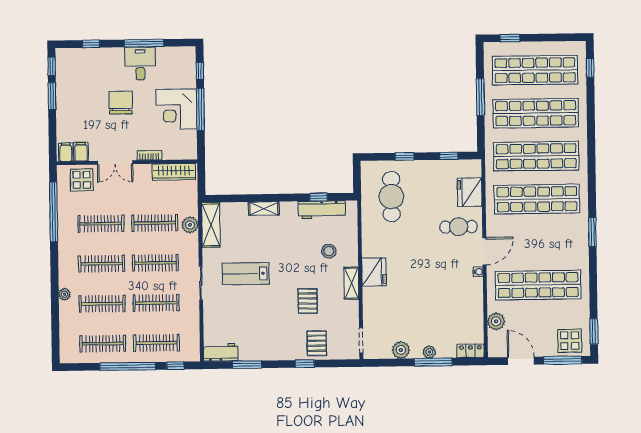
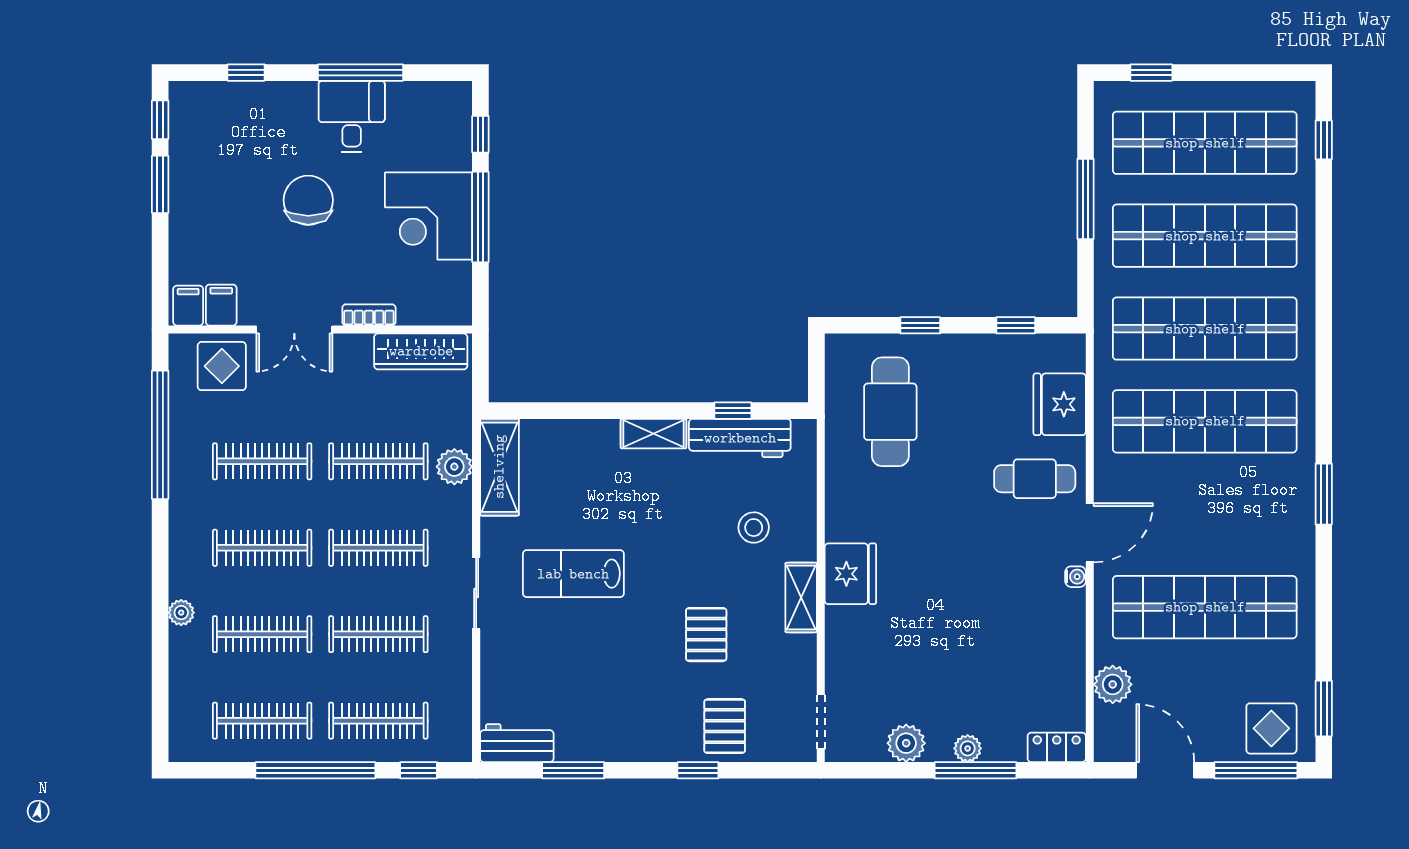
shelving: (264, 209) -> (654, 434), moved

